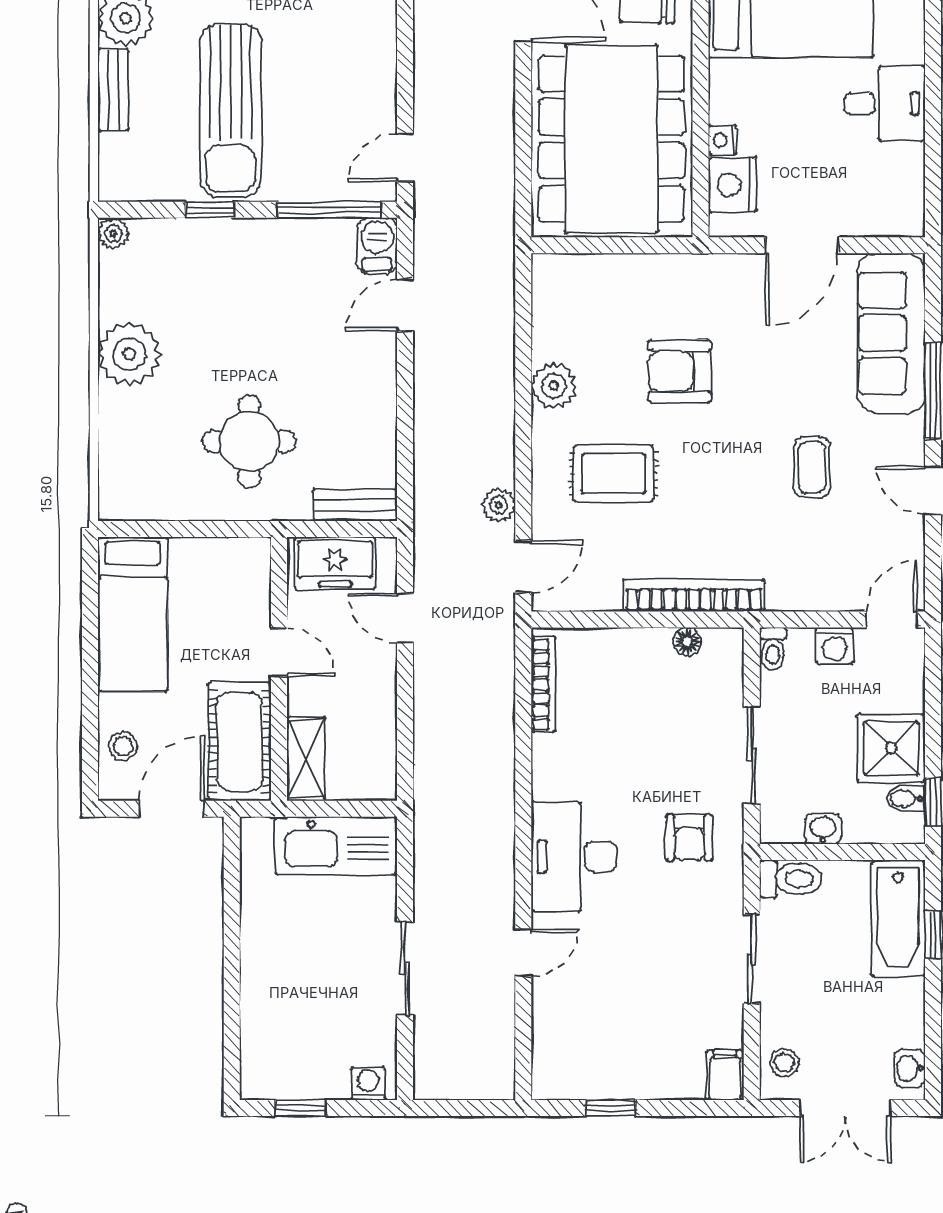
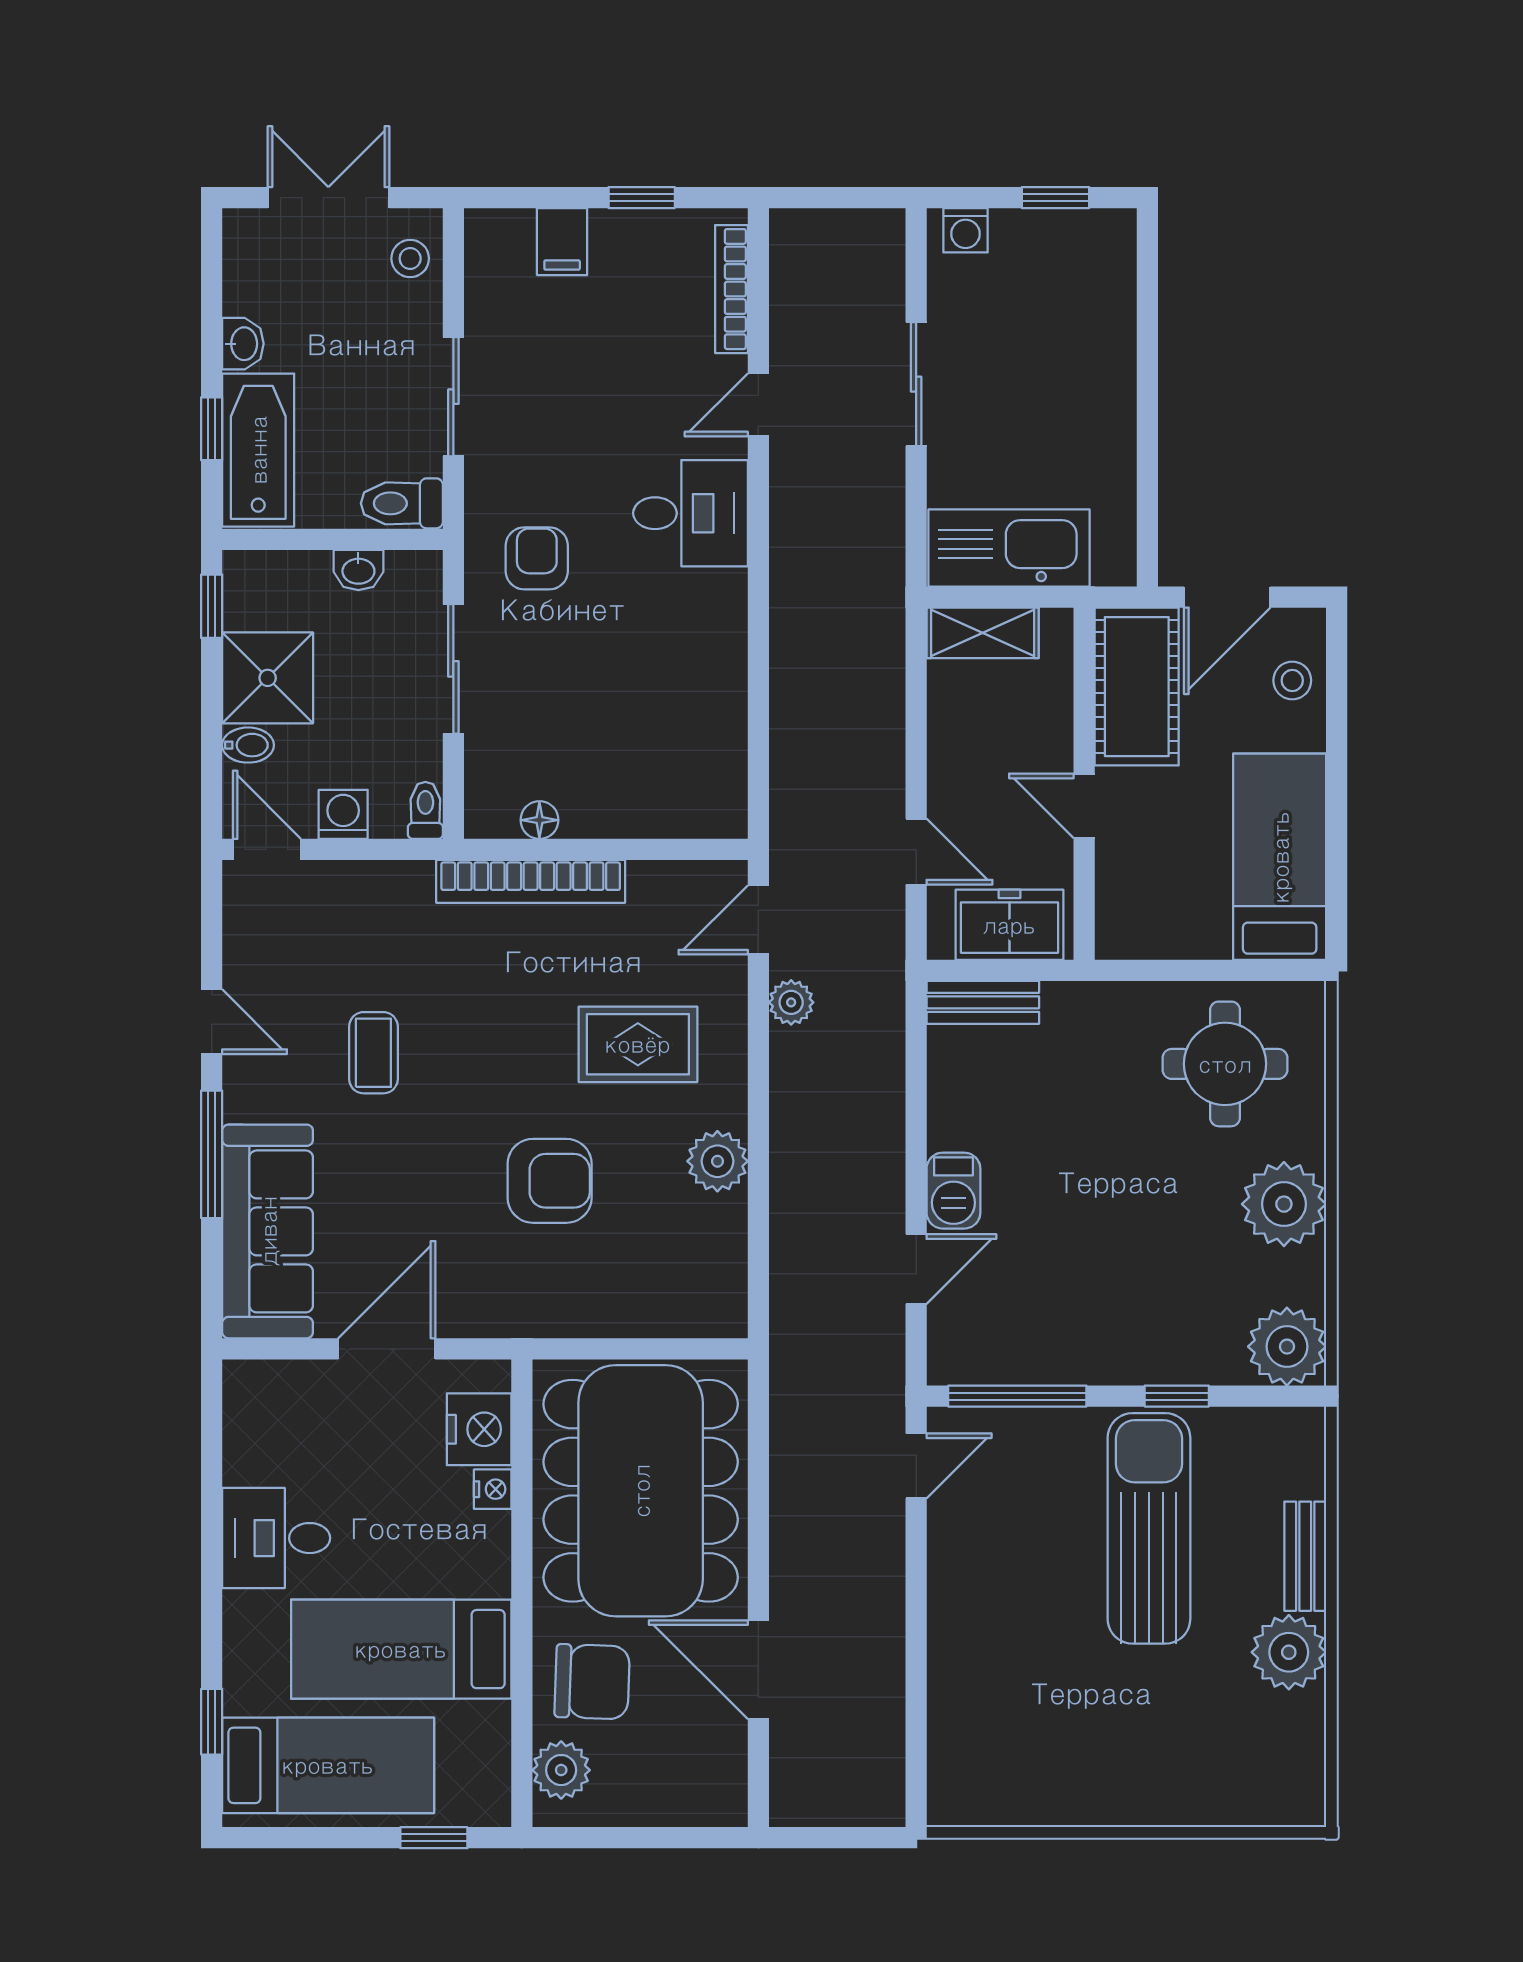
plant: (113, 233) -> (1287, 1347), width x1.88, depth x1.88
barbecue: (377, 246) -> (953, 1191), moved
round table: (249, 441) -> (1225, 1064), moved
door: (892, 620) -> (267, 849), swing flipped
bookcase: (543, 685) -> (731, 289), moved
shelving: (306, 759) -> (983, 633), moved, turned 90
bidet: (906, 799) -> (248, 745), moved
desk: (574, 857) -> (691, 513), width x0.73
washbasin: (910, 1068) -> (243, 344), moved
filing cabinet: (725, 1075) -> (562, 242), moved

